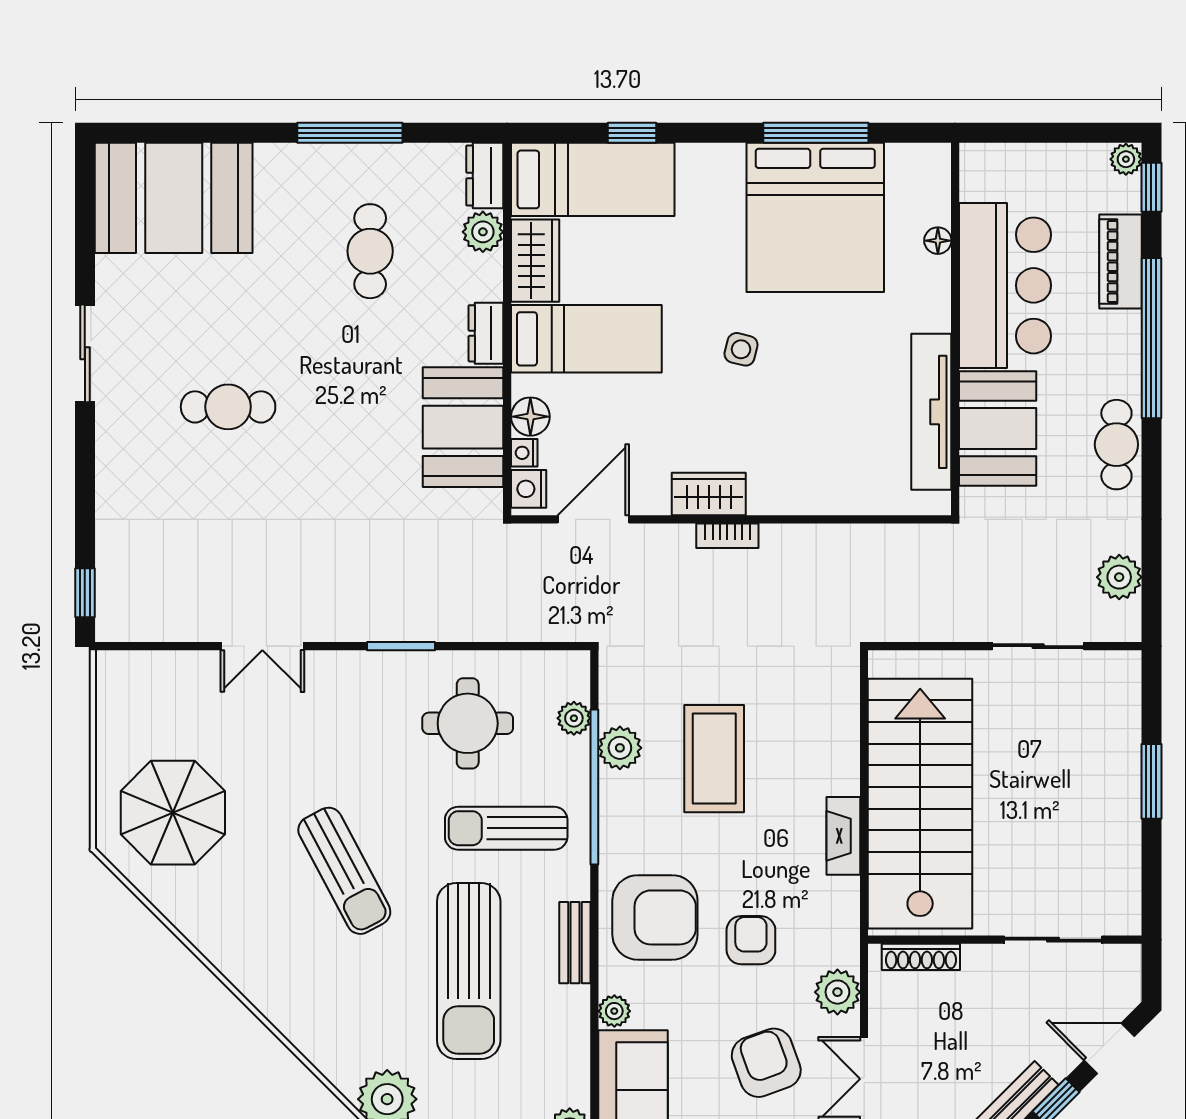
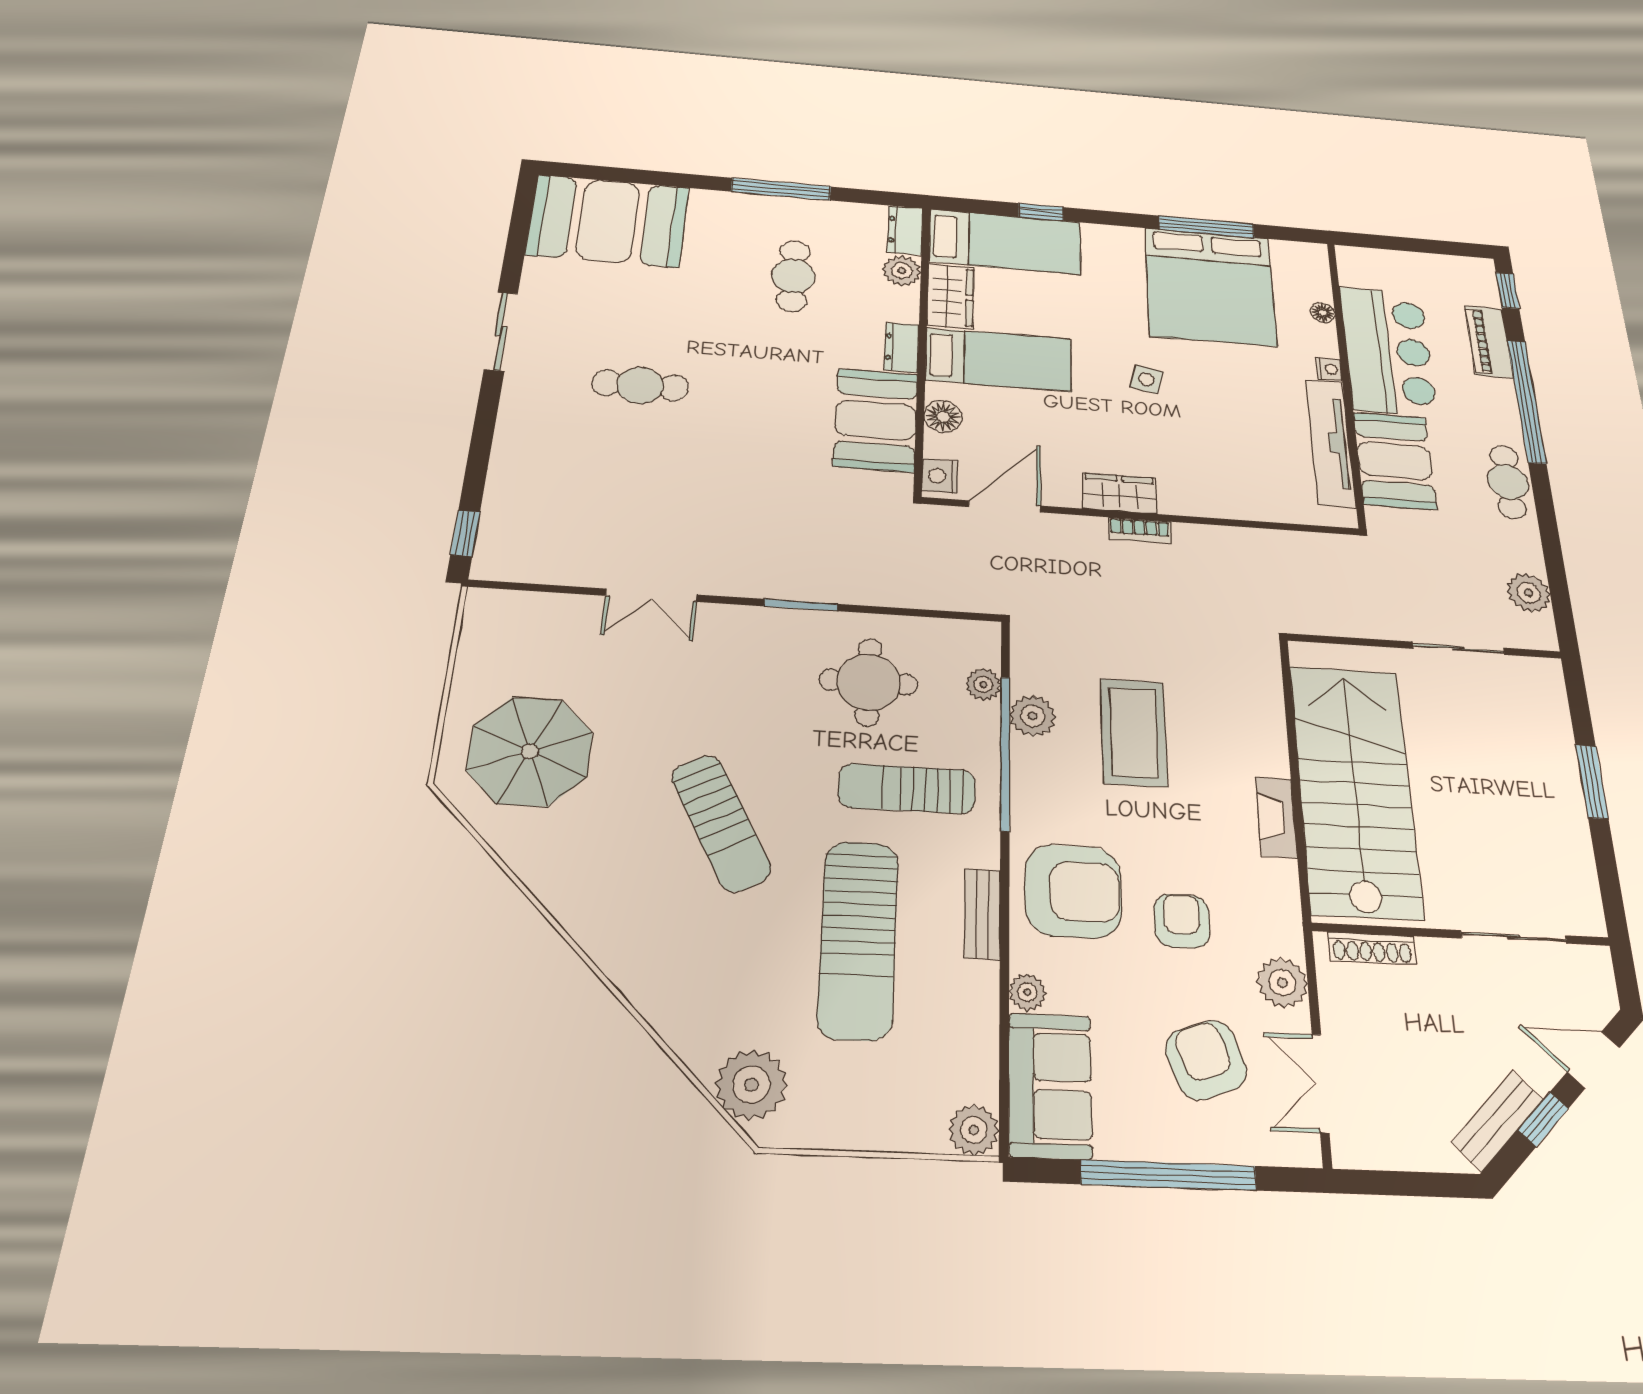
plant: (1126, 159) -> (1482, 269), removed
nightstand: (524, 453) -> (1329, 369), moved, turned 180

